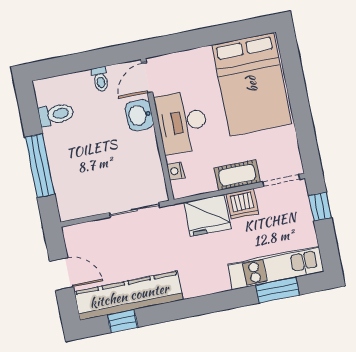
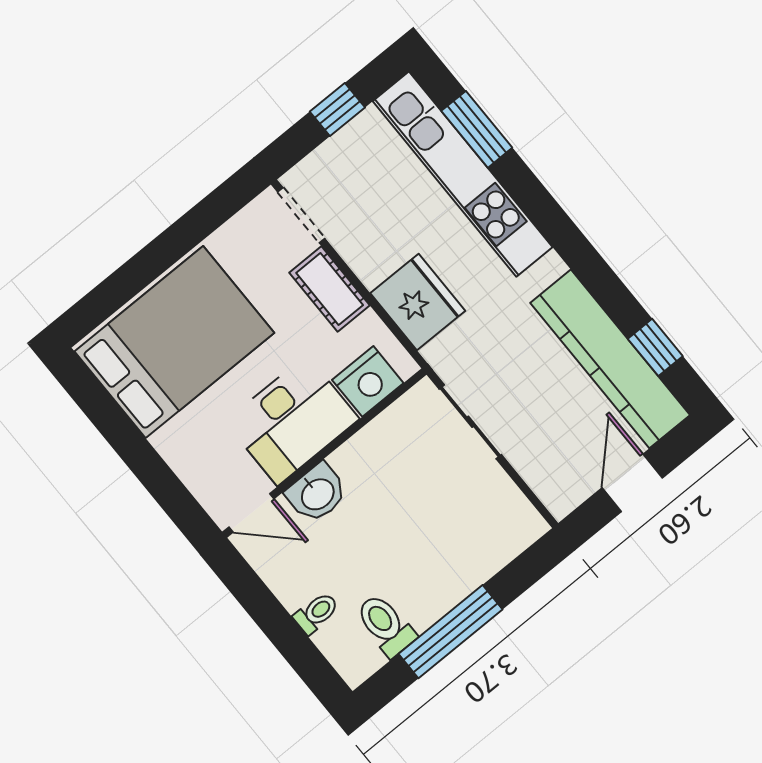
toilet: (100, 79) -> (316, 613), moved
window: (40, 166) -> (450, 632), moved
nightstand: (175, 171) -> (368, 381), width x1.89, depth x1.79
dishwasher: (242, 204) -> (370, 257), removed
window: (320, 207) -> (337, 110), moved
kitchen unit: (276, 268) -> (463, 174), width x1.36

